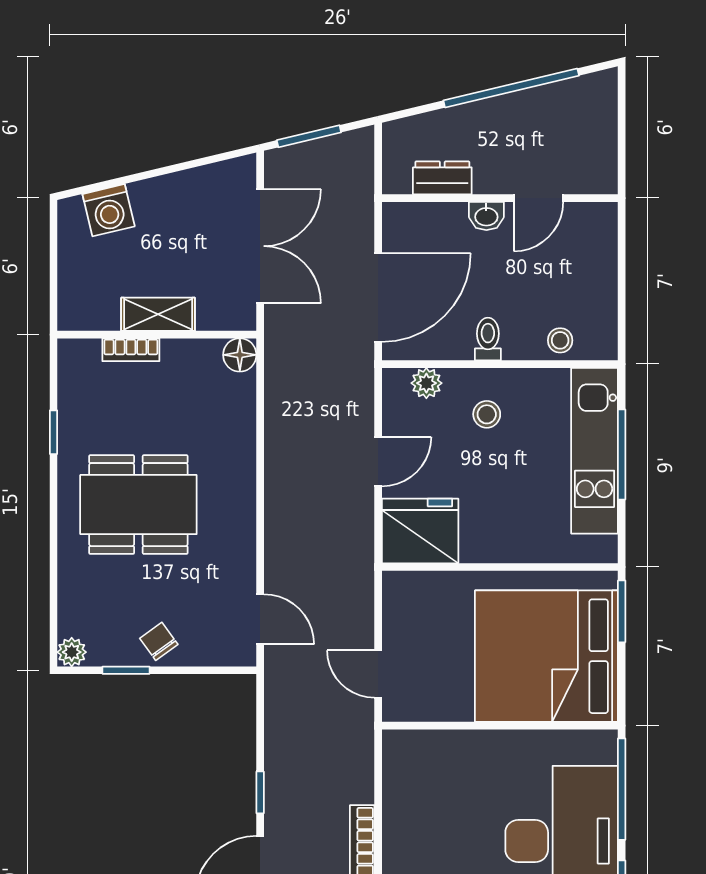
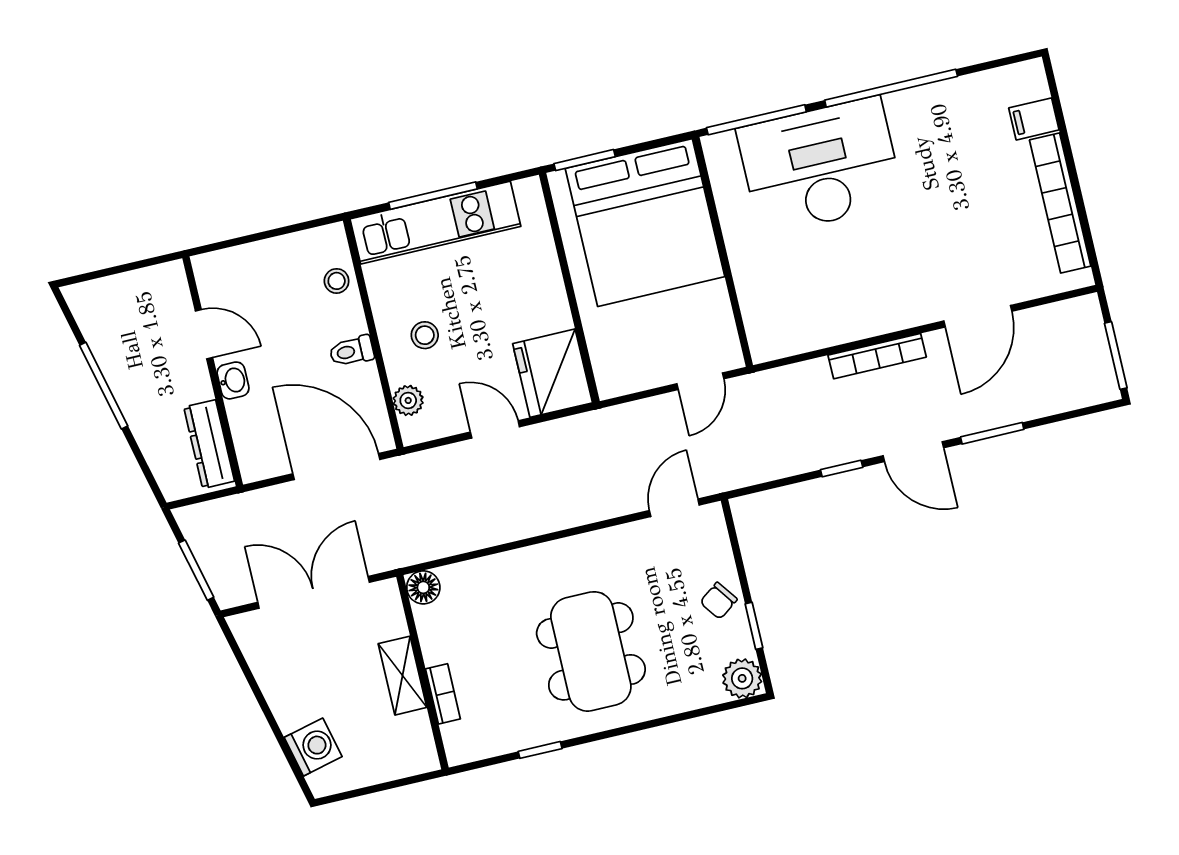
window: (511, 88) -> (104, 386), width x0.68
dresser: (442, 178) -> (209, 444), width x1.44
plant: (72, 652) -> (742, 678), width x1.38, depth x1.38

